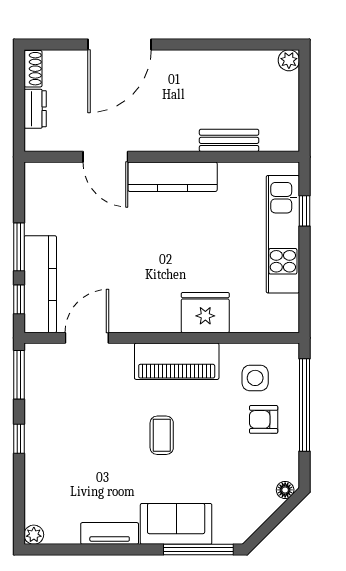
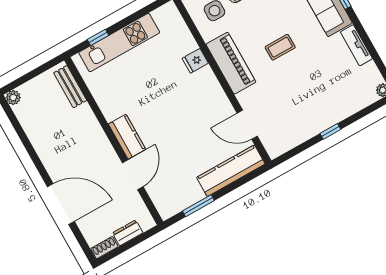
bench: (229, 140) -> (70, 87), moved
kitchen counter: (173, 177) -> (127, 137), width x0.67
window: (19, 247) -> (198, 206), moved
window: (19, 299) -> (247, 178), removed
fridge: (205, 313) -> (195, 61), width x0.53, depth x0.75
window: (19, 375) -> (292, 153), removed

